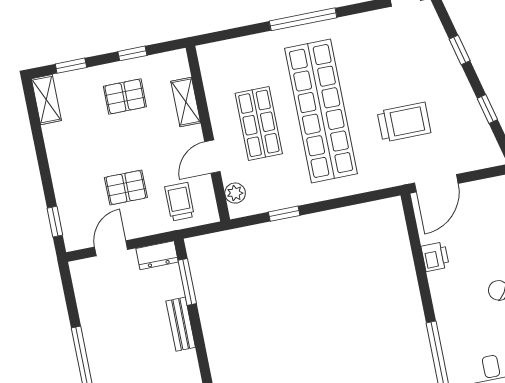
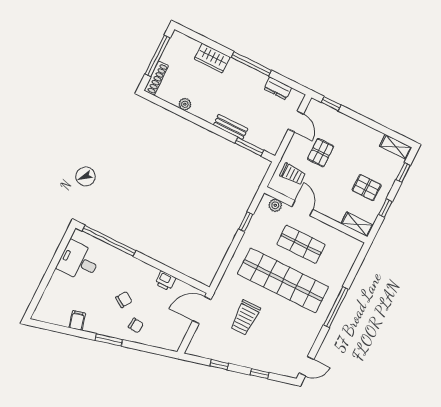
pallet: (125, 97) -> (367, 188), turned 90
shelving: (186, 102) -> (357, 224), moved
door: (436, 183) -> (202, 310), hinge flipped
dresser: (157, 255) -> (278, 88), moved, turned -90

